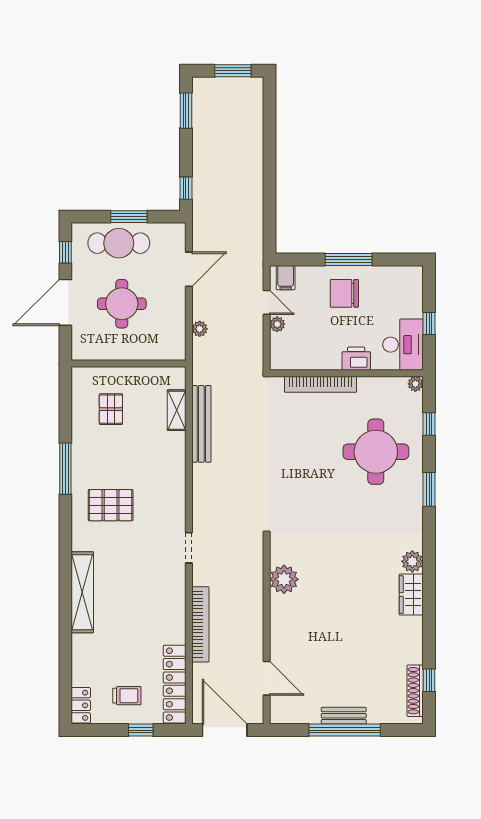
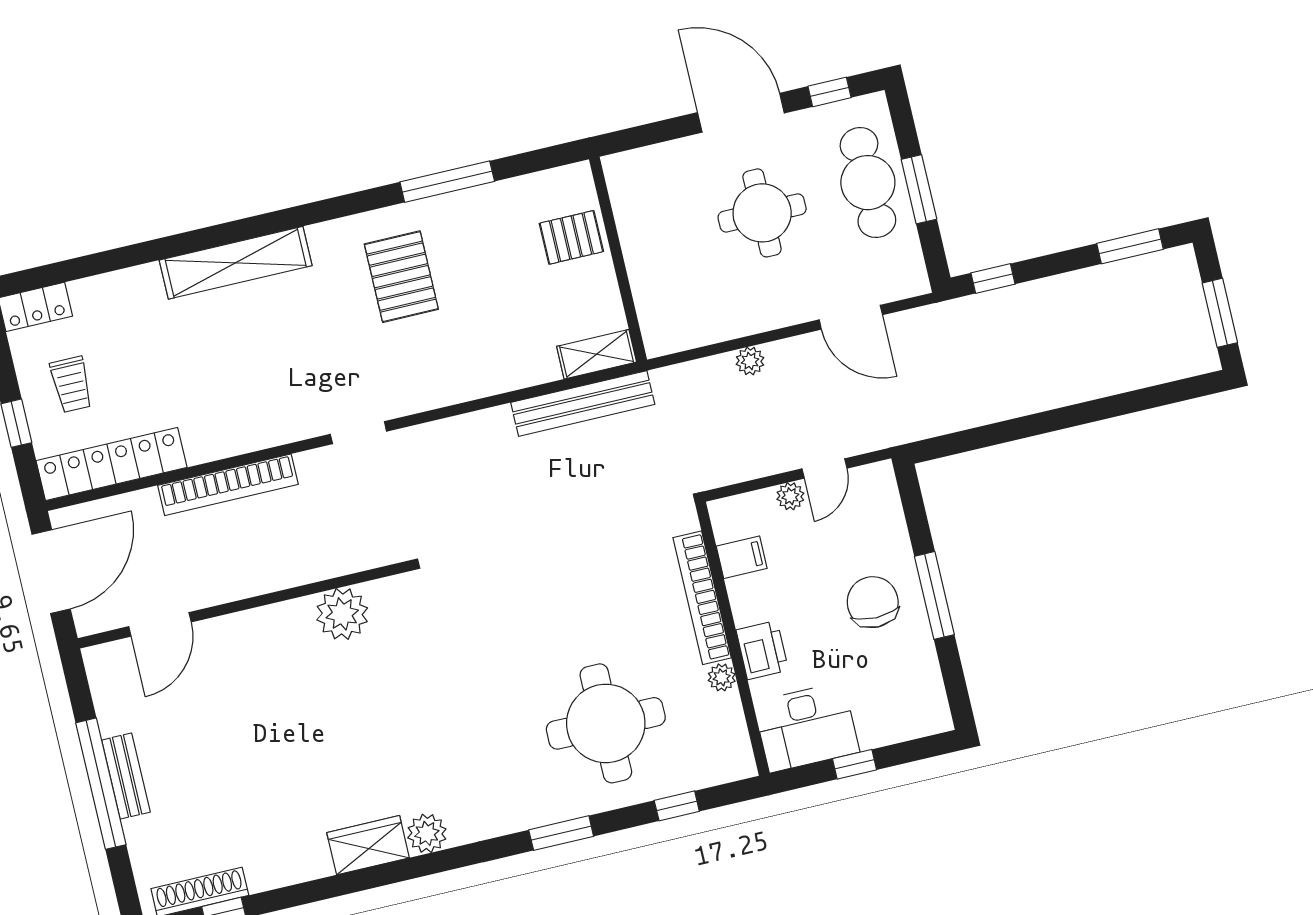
filing cabinet: (286, 278) -> (742, 557), moved, turned 180
wall: (129, 363) -> (618, 259), moved
plant: (415, 384) -> (722, 677), moved

